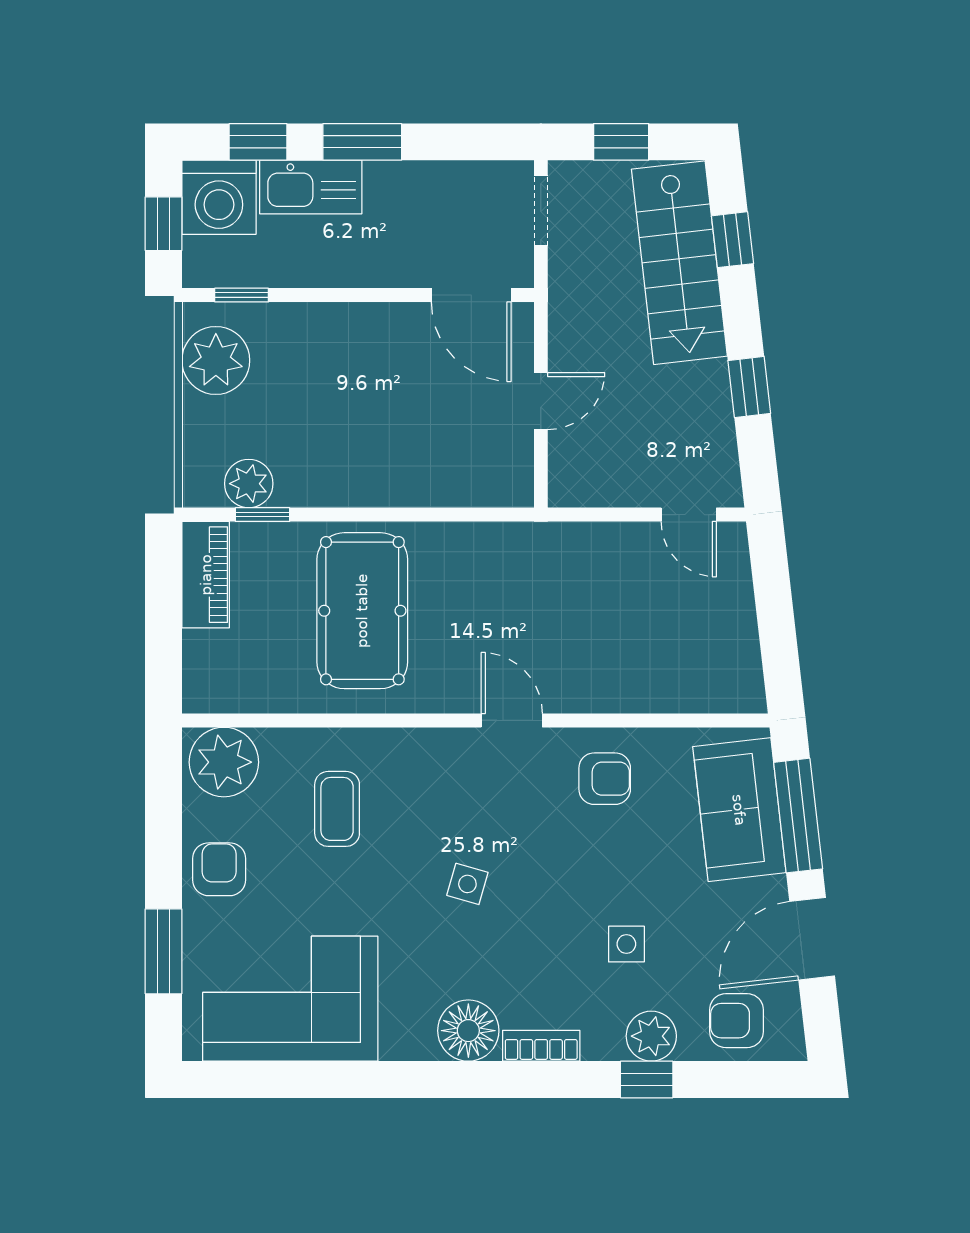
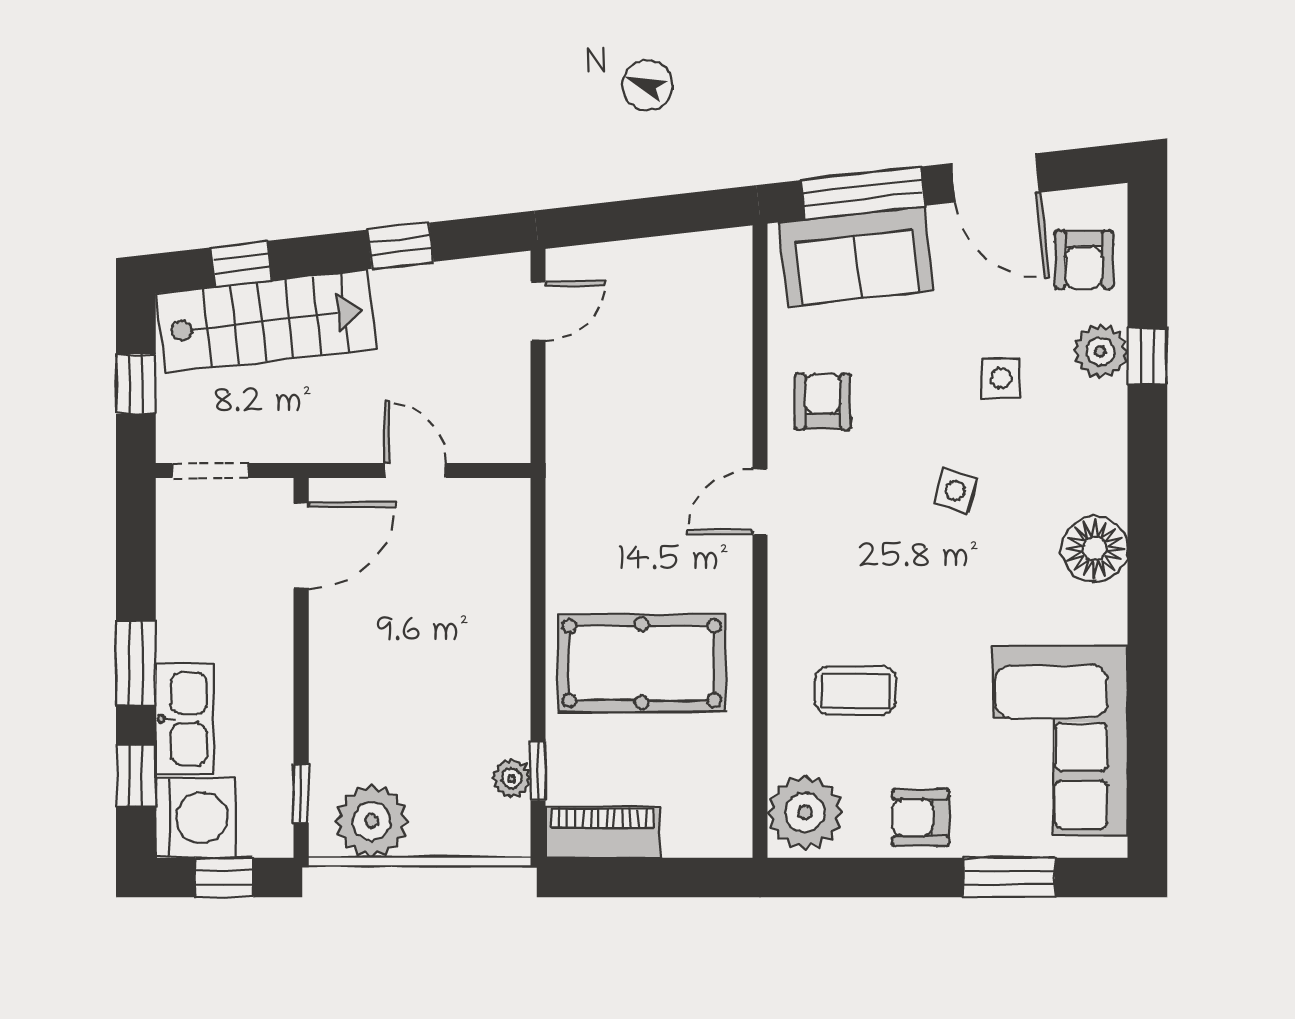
plant: (249, 484) -> (512, 778), width x0.73, depth x0.73
side table: (467, 884) -> (955, 491), moved
bookcase: (541, 1046) -> (1111, 470), removed

